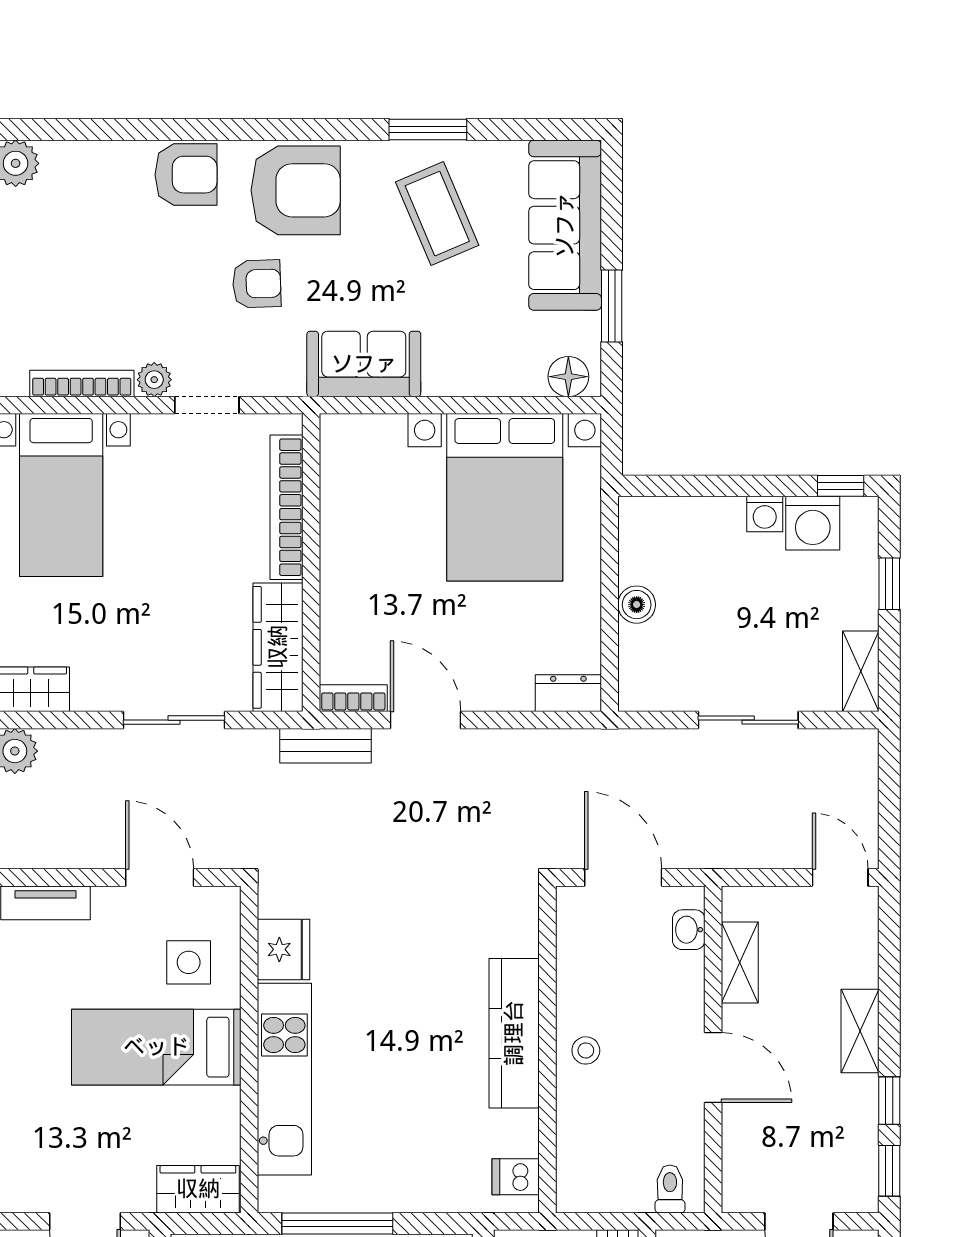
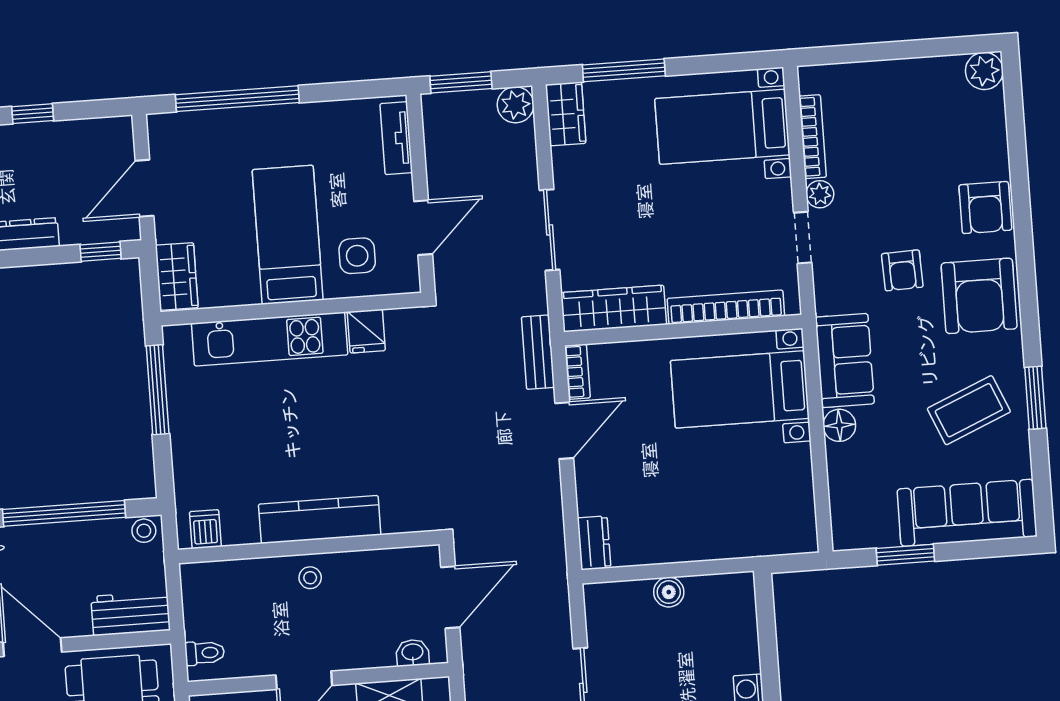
floor lamp: (568, 377) -> (839, 425), moved
bed with nightstands: (505, 497) -> (740, 389), moved, width x0.73
fridge: (283, 949) -> (366, 331), width x0.72

